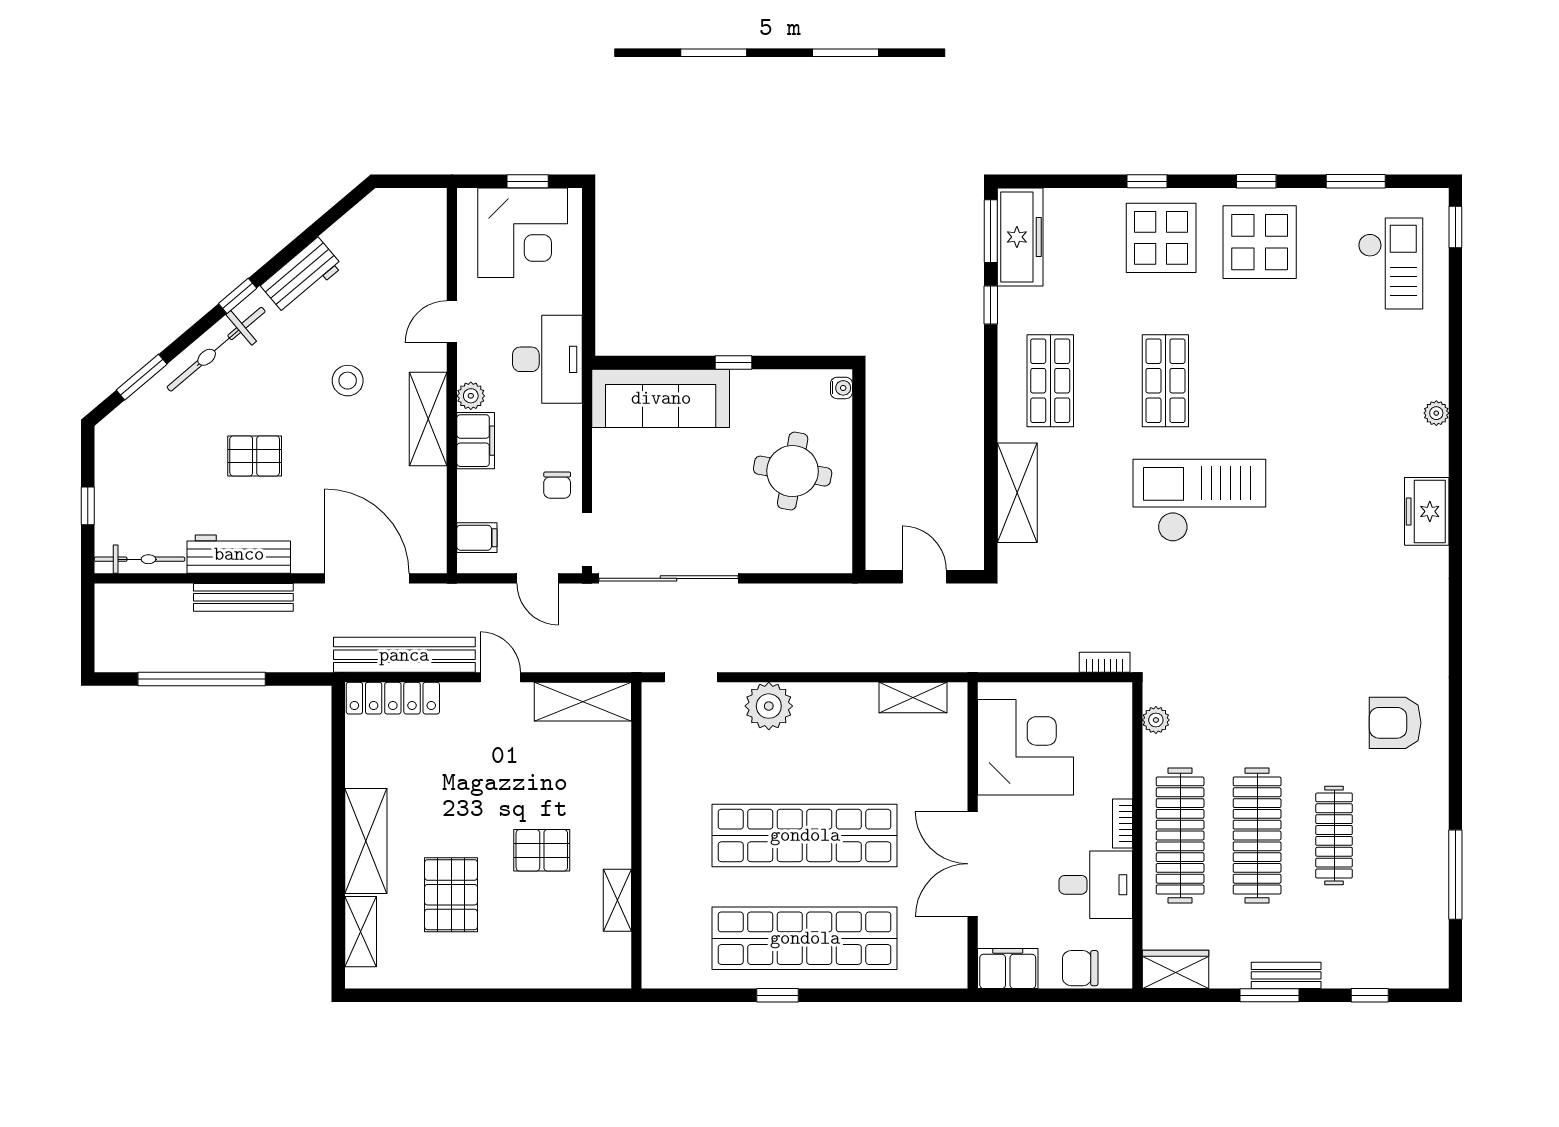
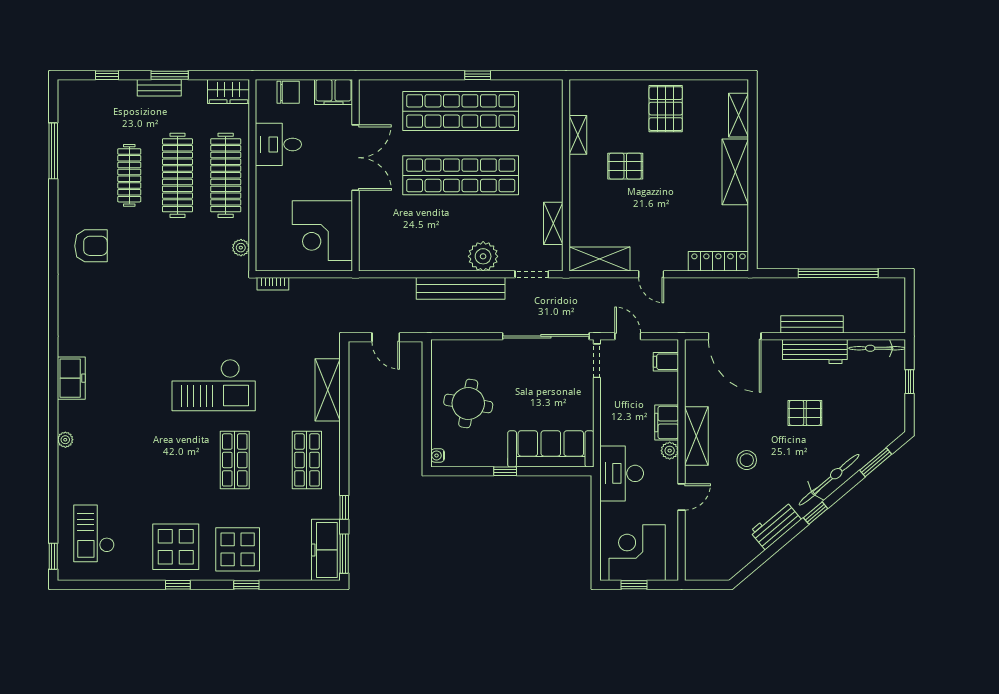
window: (1356, 181) -> (116, 585), removed
chair: (557, 485) -> (616, 395), removed
bench: (404, 655) -> (461, 288), moved
shelving: (913, 698) -> (553, 223), moved, turned 90
bookcase: (1123, 824) -> (262, 183), removed
pallet: (451, 895) -> (666, 109), moved

